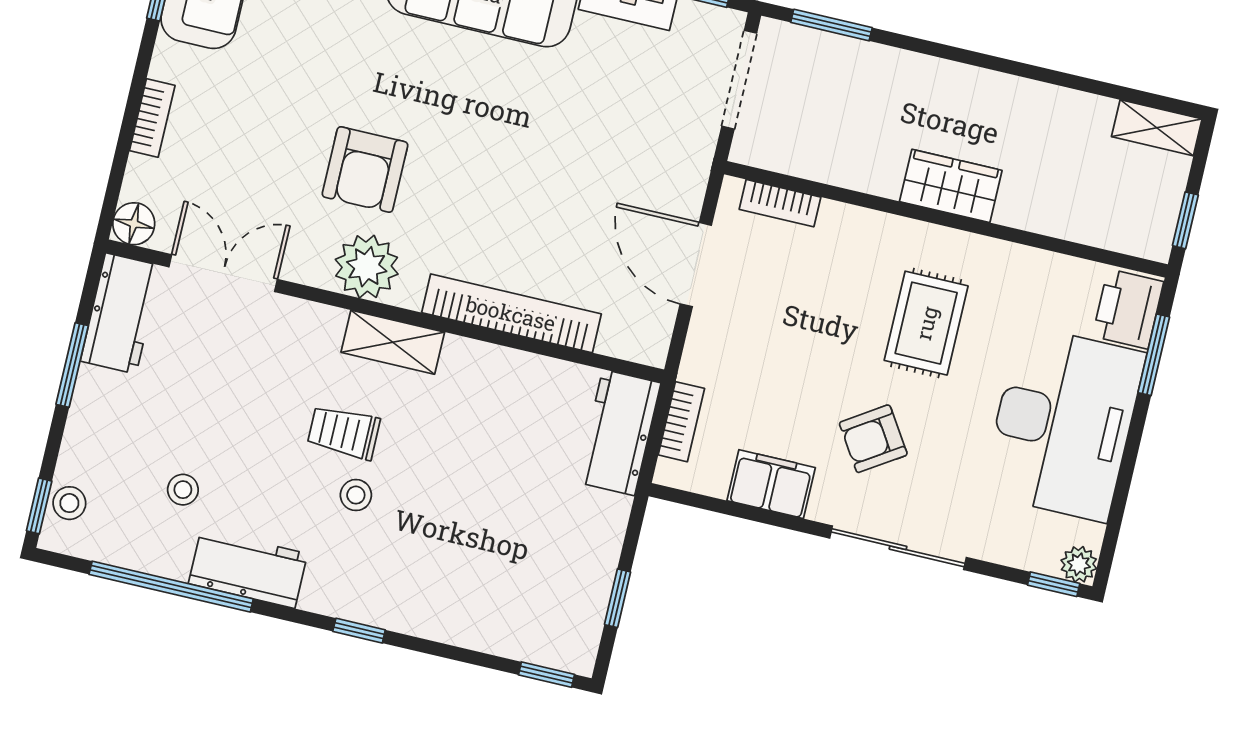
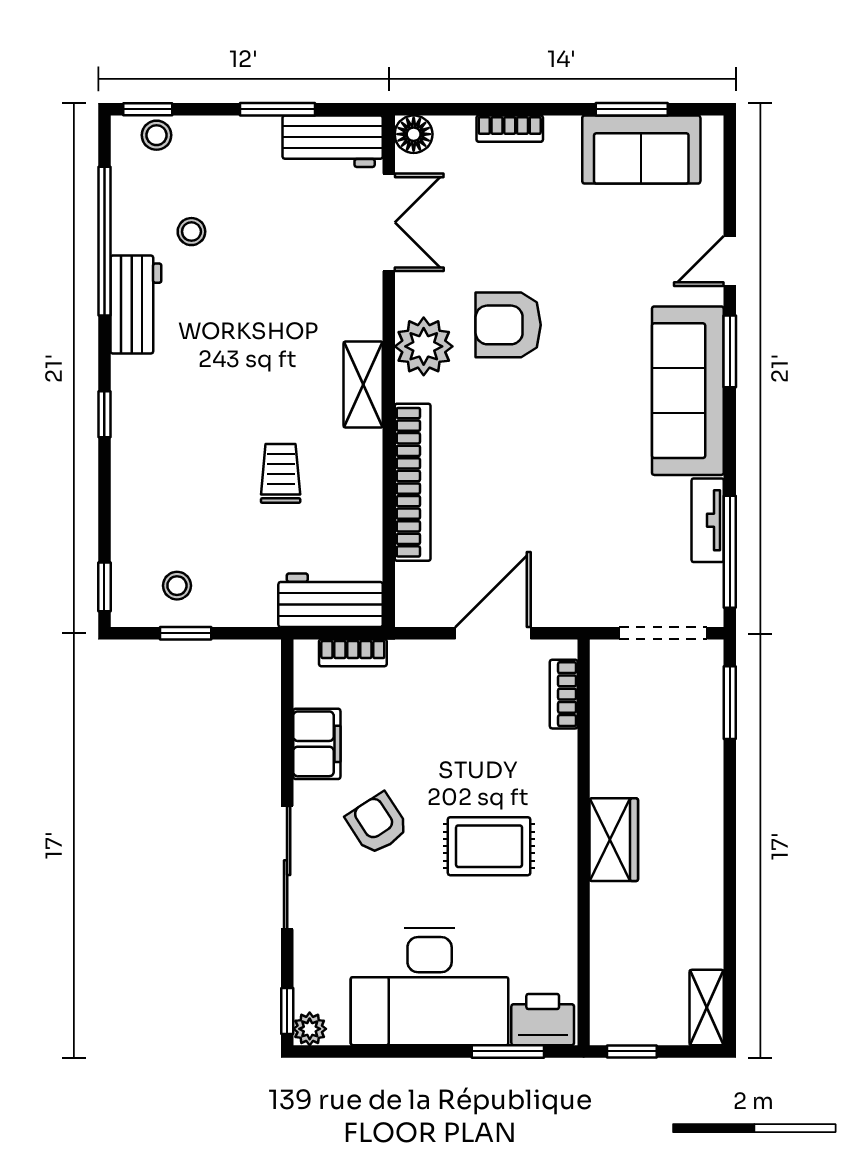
trolley: (344, 432) -> (281, 473), moved
stool: (356, 495) -> (177, 586), moved

